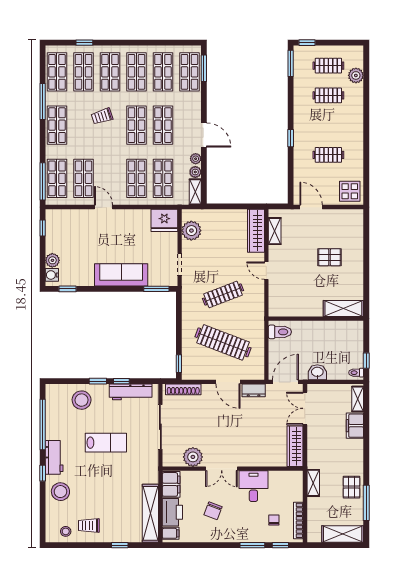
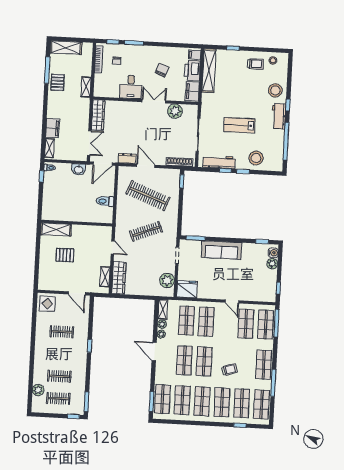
shelving: (343, 308) -> (56, 230), moved
wall: (316, 319) -> (77, 223), moved

